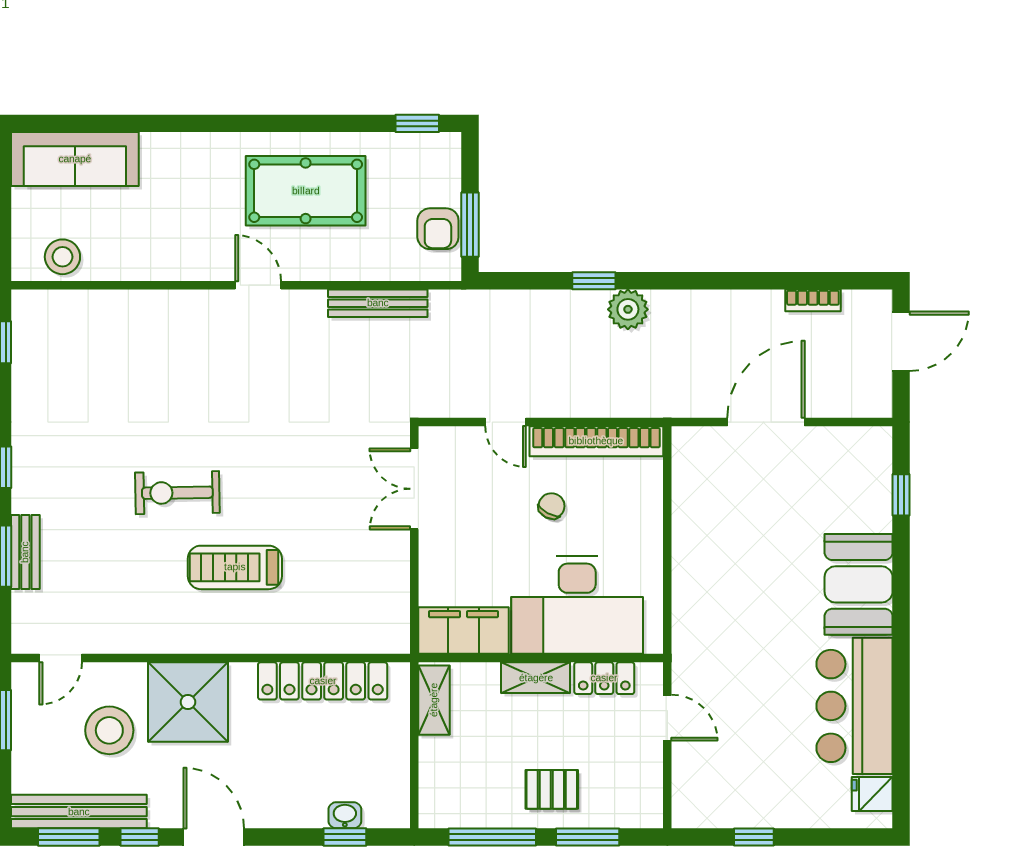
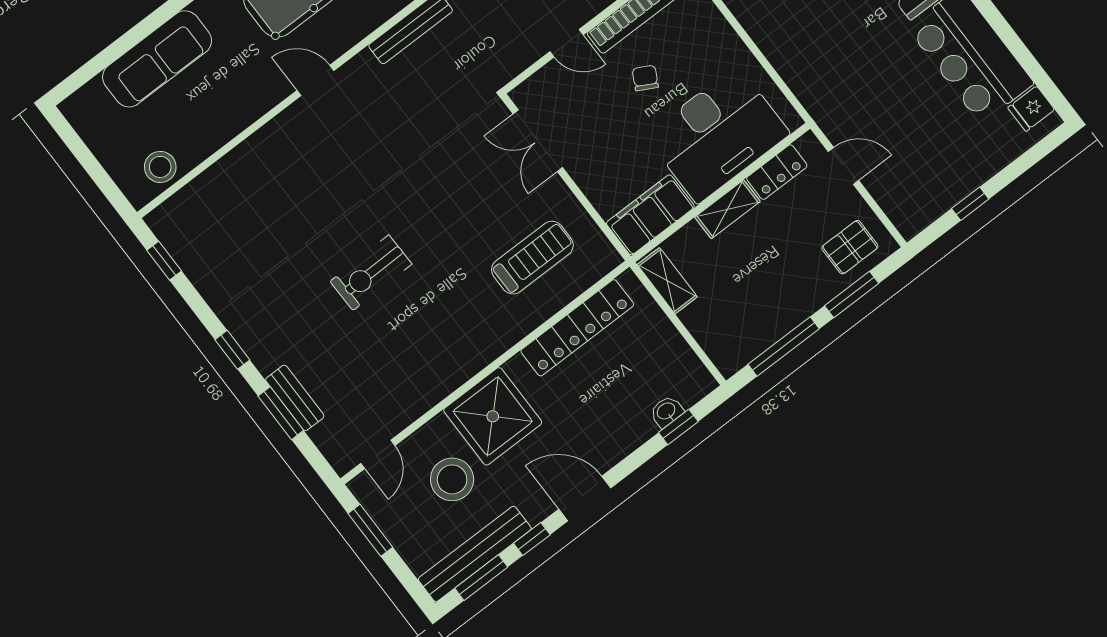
sofa: (75, 159) -> (157, 59), moved
treadmill: (235, 567) -> (532, 258), moved, turned 180
pallet: (552, 789) -> (850, 247), moved

